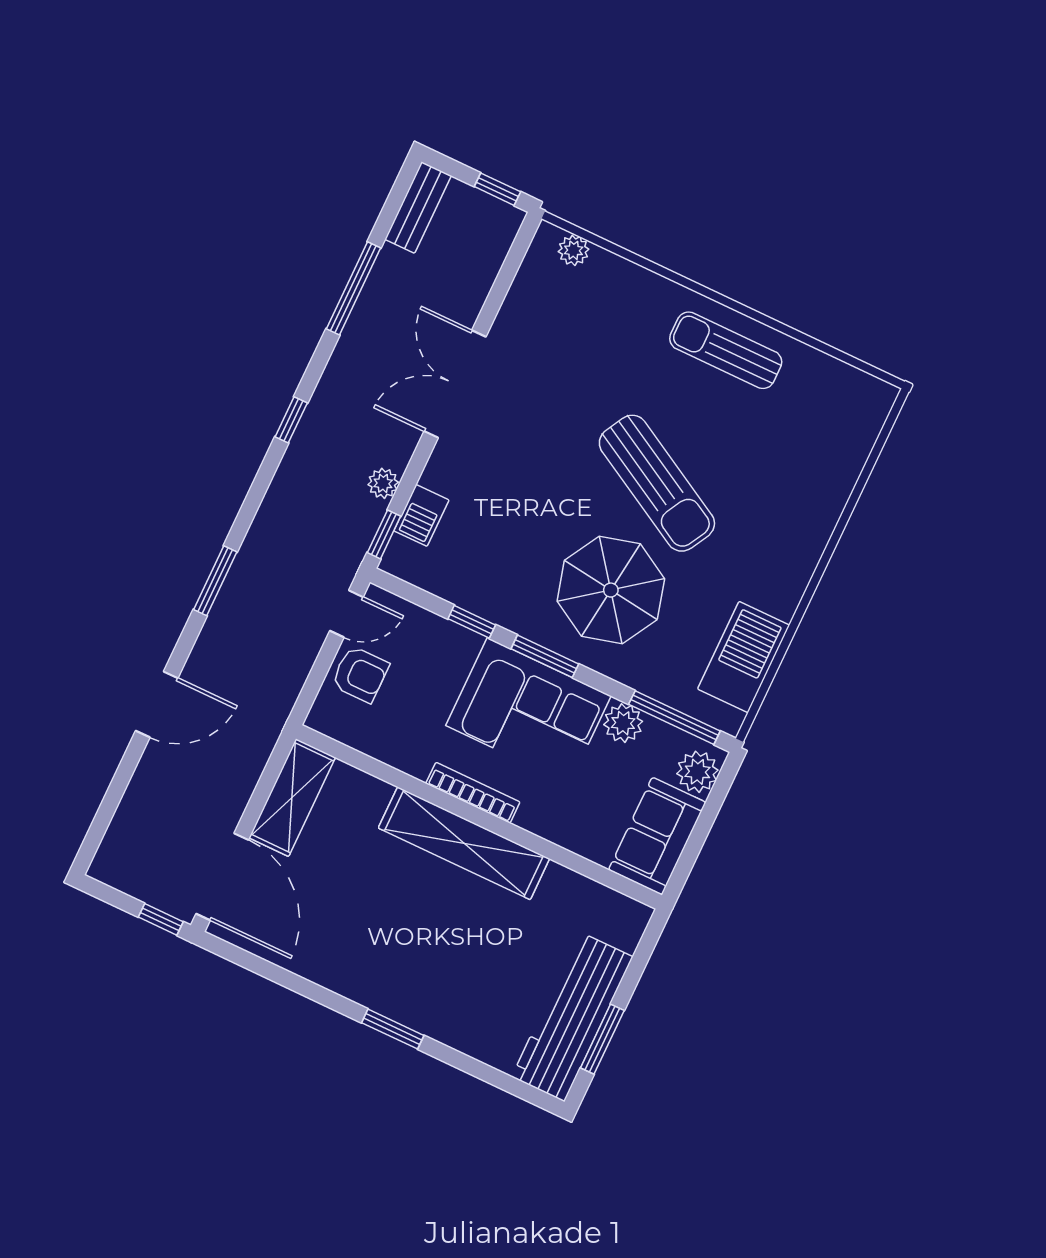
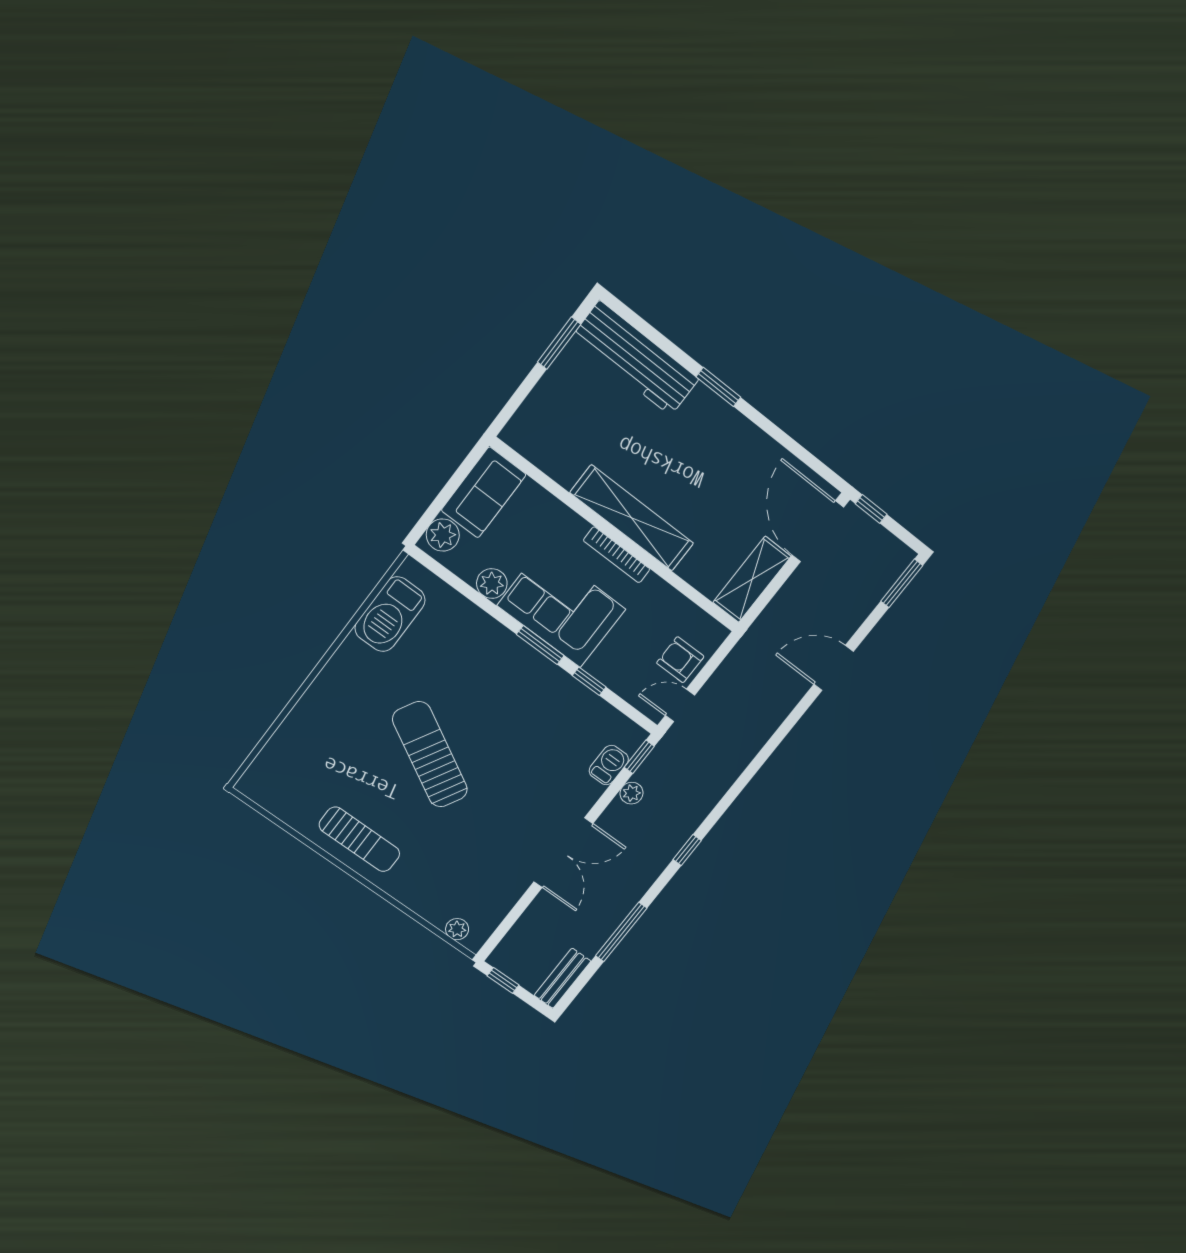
window: (215, 581) -> (902, 583), moved
parasol: (611, 590) -> (481, 684), removed
window: (674, 718) -> (452, 580), removed
workbench: (572, 1017) -> (635, 358), moved, turned 90

